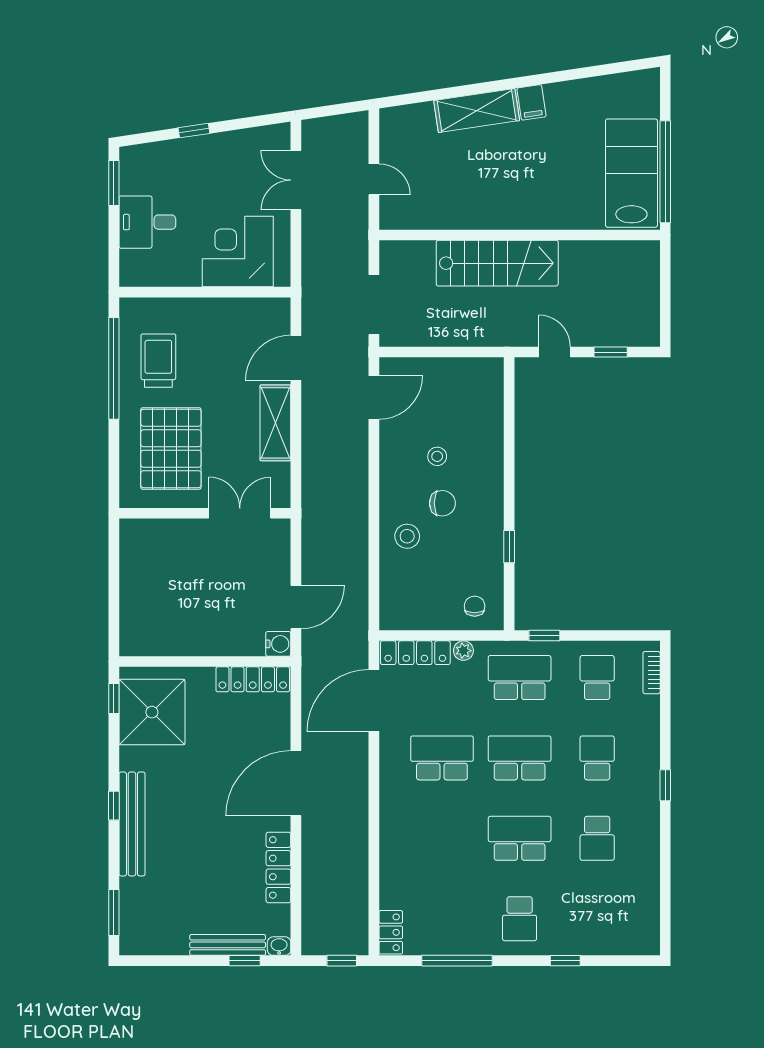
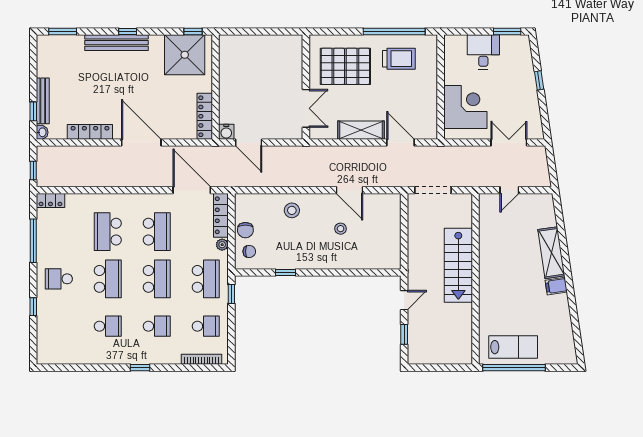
lab bench: (631, 173) -> (513, 347), width x0.73, depth x0.72
door: (374, 397) -> (349, 190), moved
chair: (442, 503) -> (245, 230), moved
bookcase: (652, 673) -> (201, 359), width x1.56
school desk: (442, 838) -> (108, 232), added
school desk: (597, 838) -> (108, 326), turned 180

